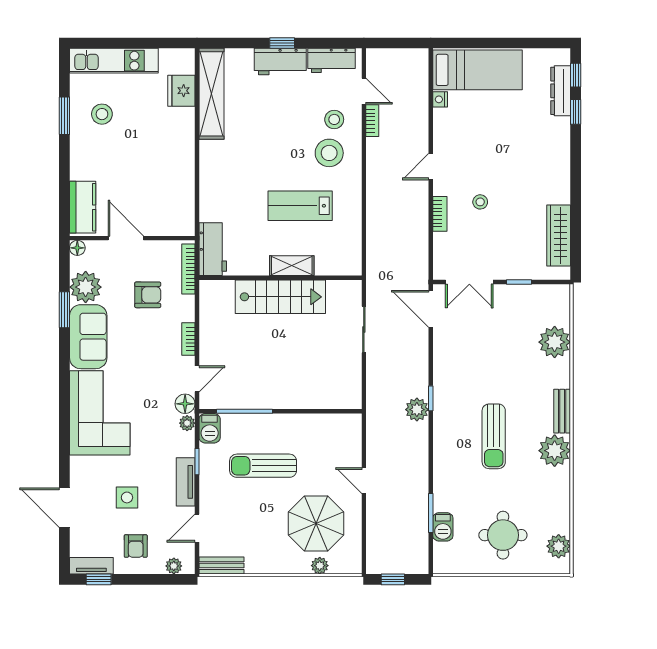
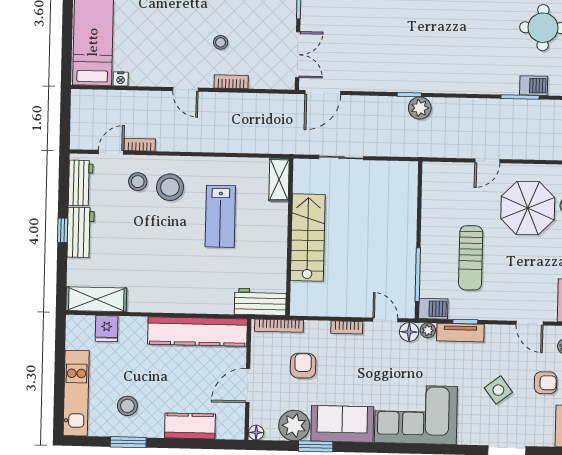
fridge: (181, 91) -> (107, 329), width x0.72
shelving: (211, 94) -> (96, 299), width x0.68
kitchen counter: (181, 185) -> (197, 331), added
kitchen counter: (83, 207) -> (190, 426), moved
shelving: (292, 266) -> (279, 180), moved
sun lounger: (494, 436) -> (447, 34), removed
tv unit: (186, 482) -> (460, 333), moved
side table: (127, 497) -> (498, 390), turned -37

